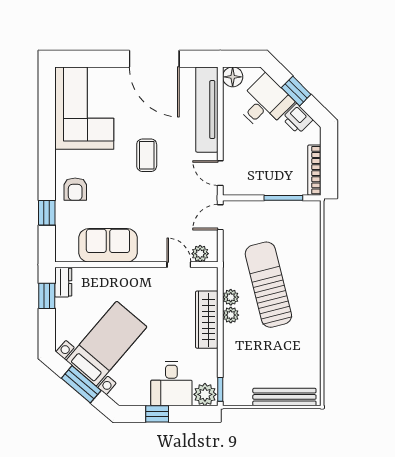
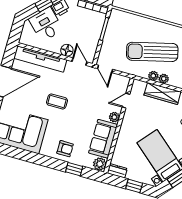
floor lamp: (233, 77) -> (67, 50), moved
door: (220, 173) -> (79, 62), swing flipped
plant: (66, 251) -> (100, 164), added
plant: (200, 254) -> (114, 117), moved
window: (47, 296) -> (134, 186), moved

